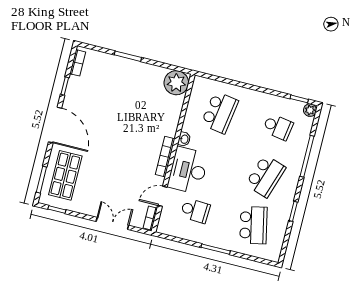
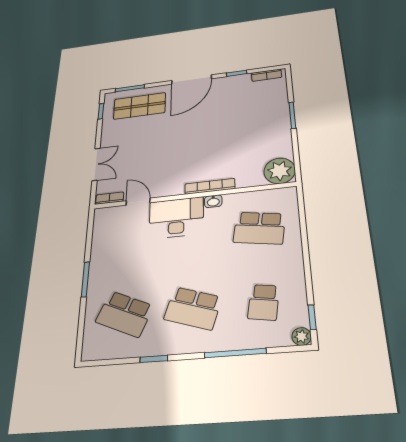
bookcase: (165, 157) -> (210, 186), moved
school desk: (195, 211) -> (129, 241), removed
school desk: (253, 225) -> (124, 314), turned 36

